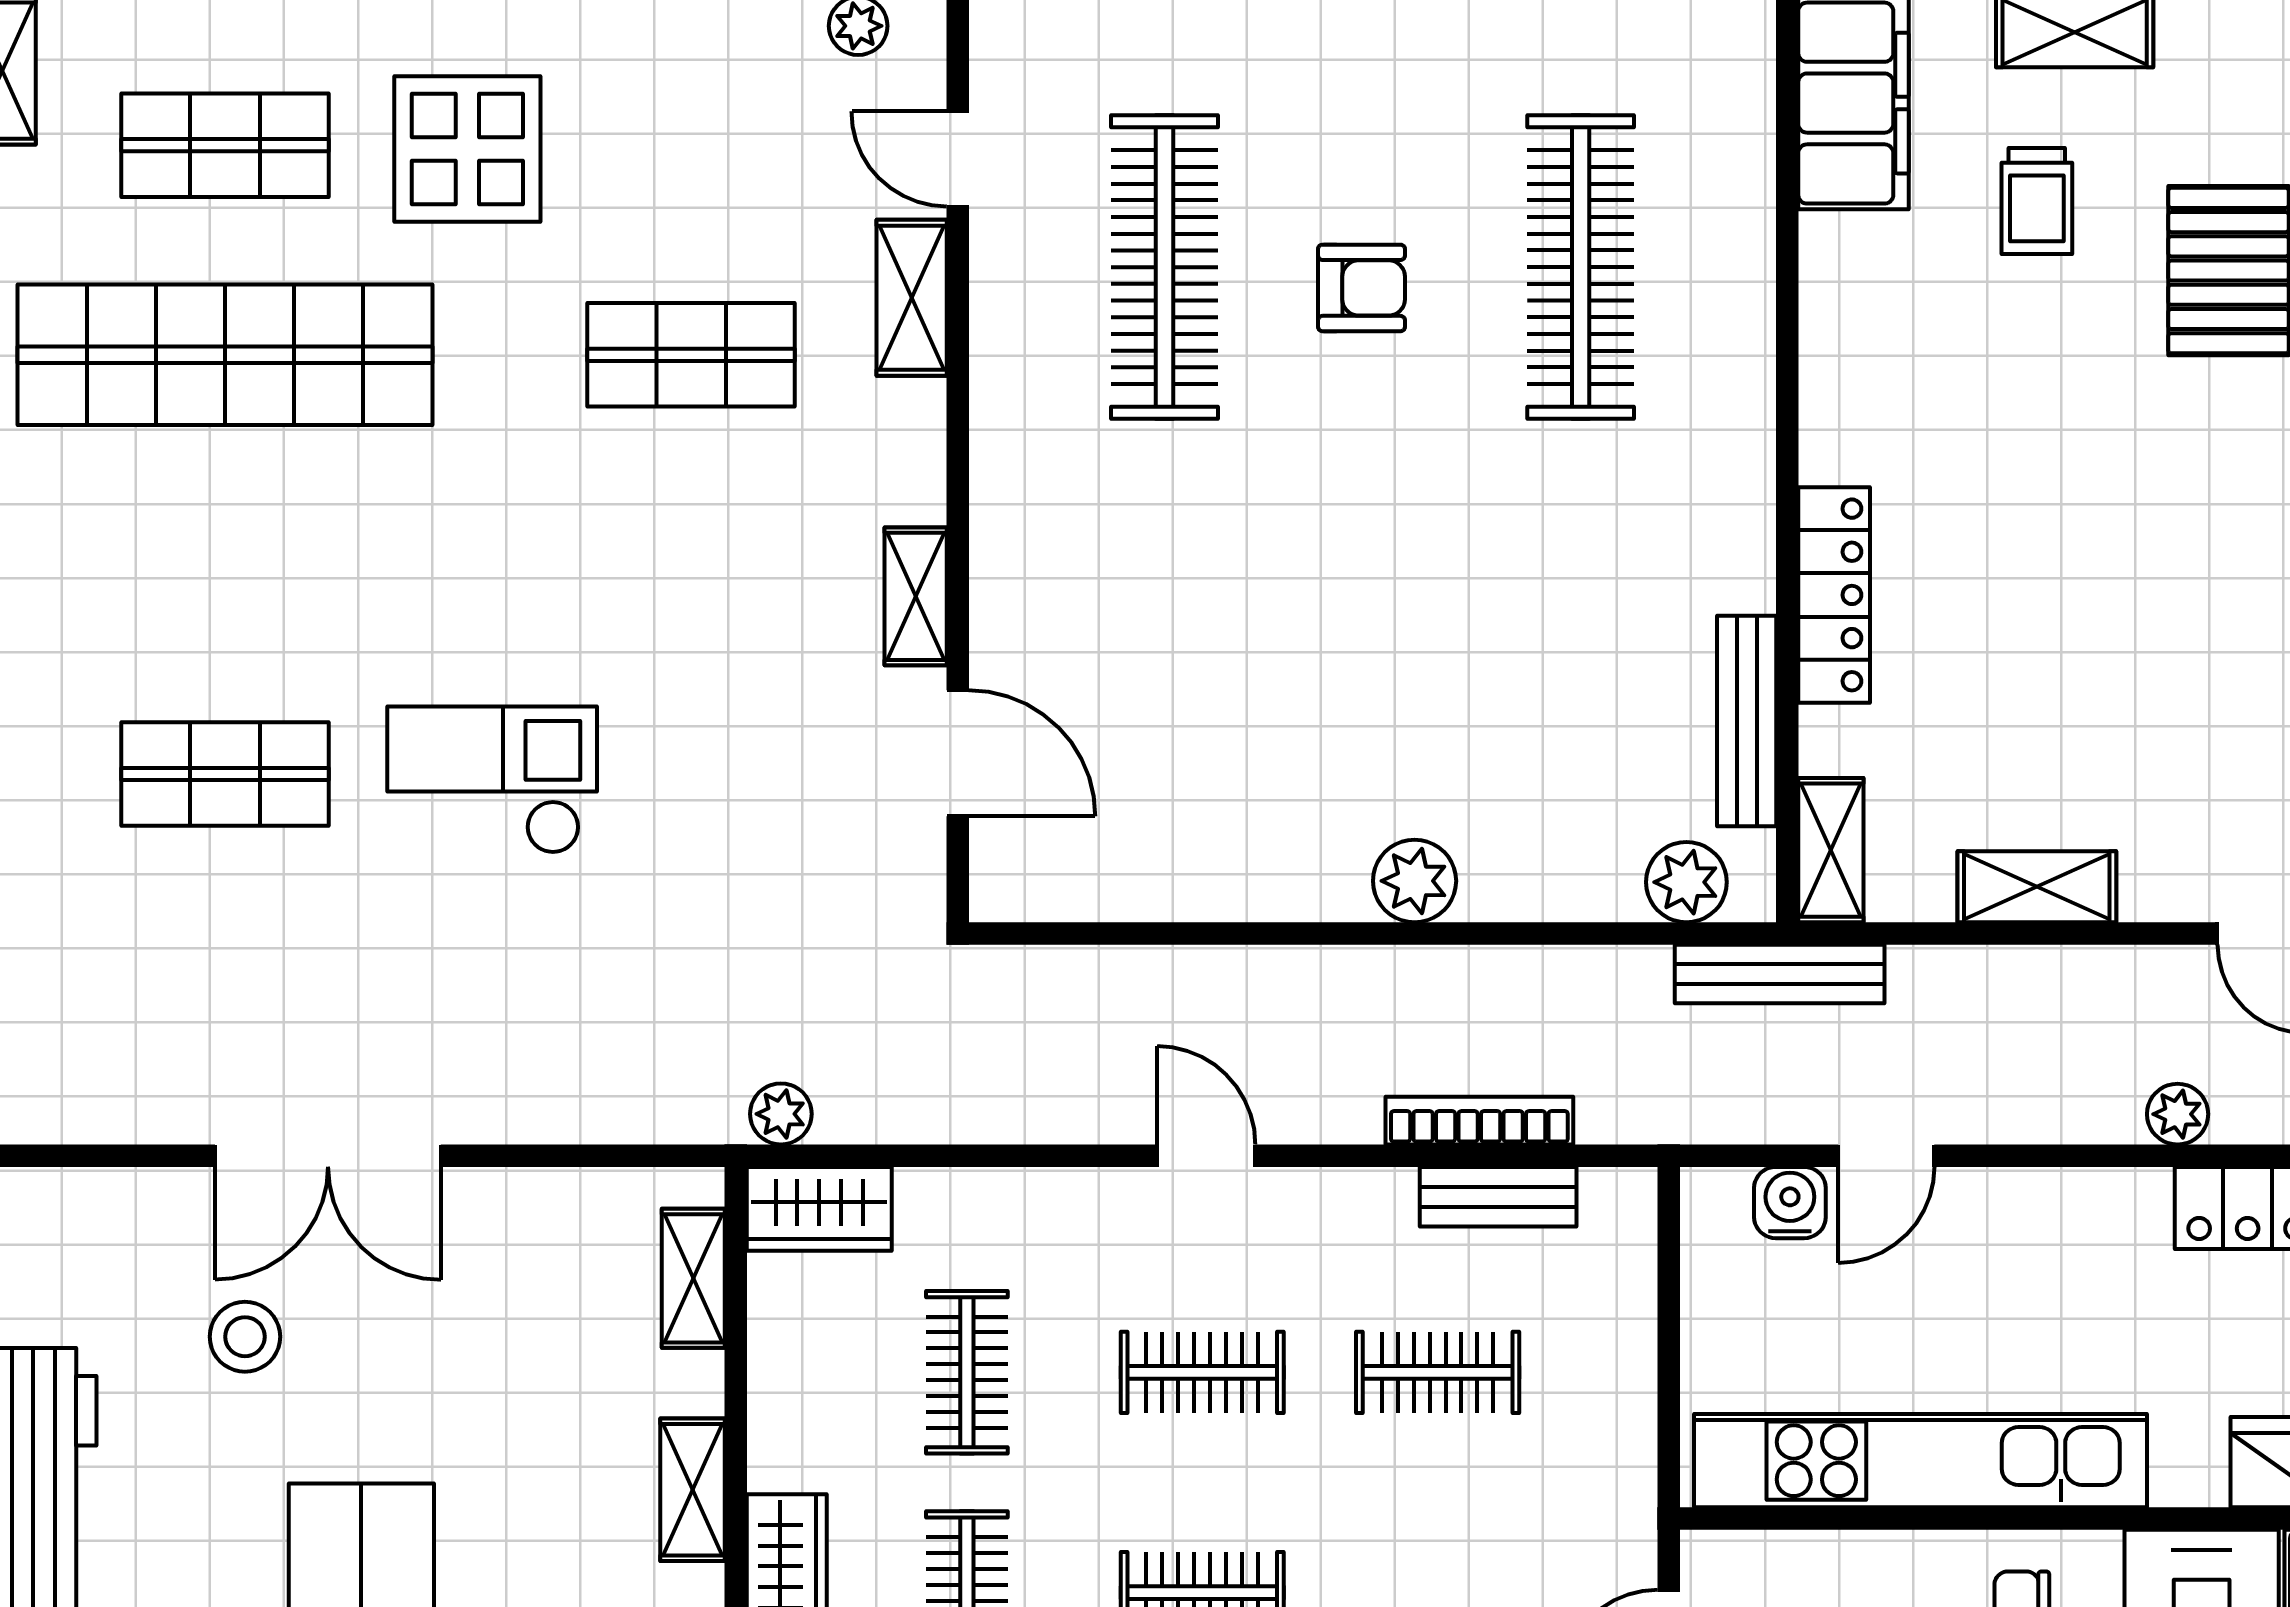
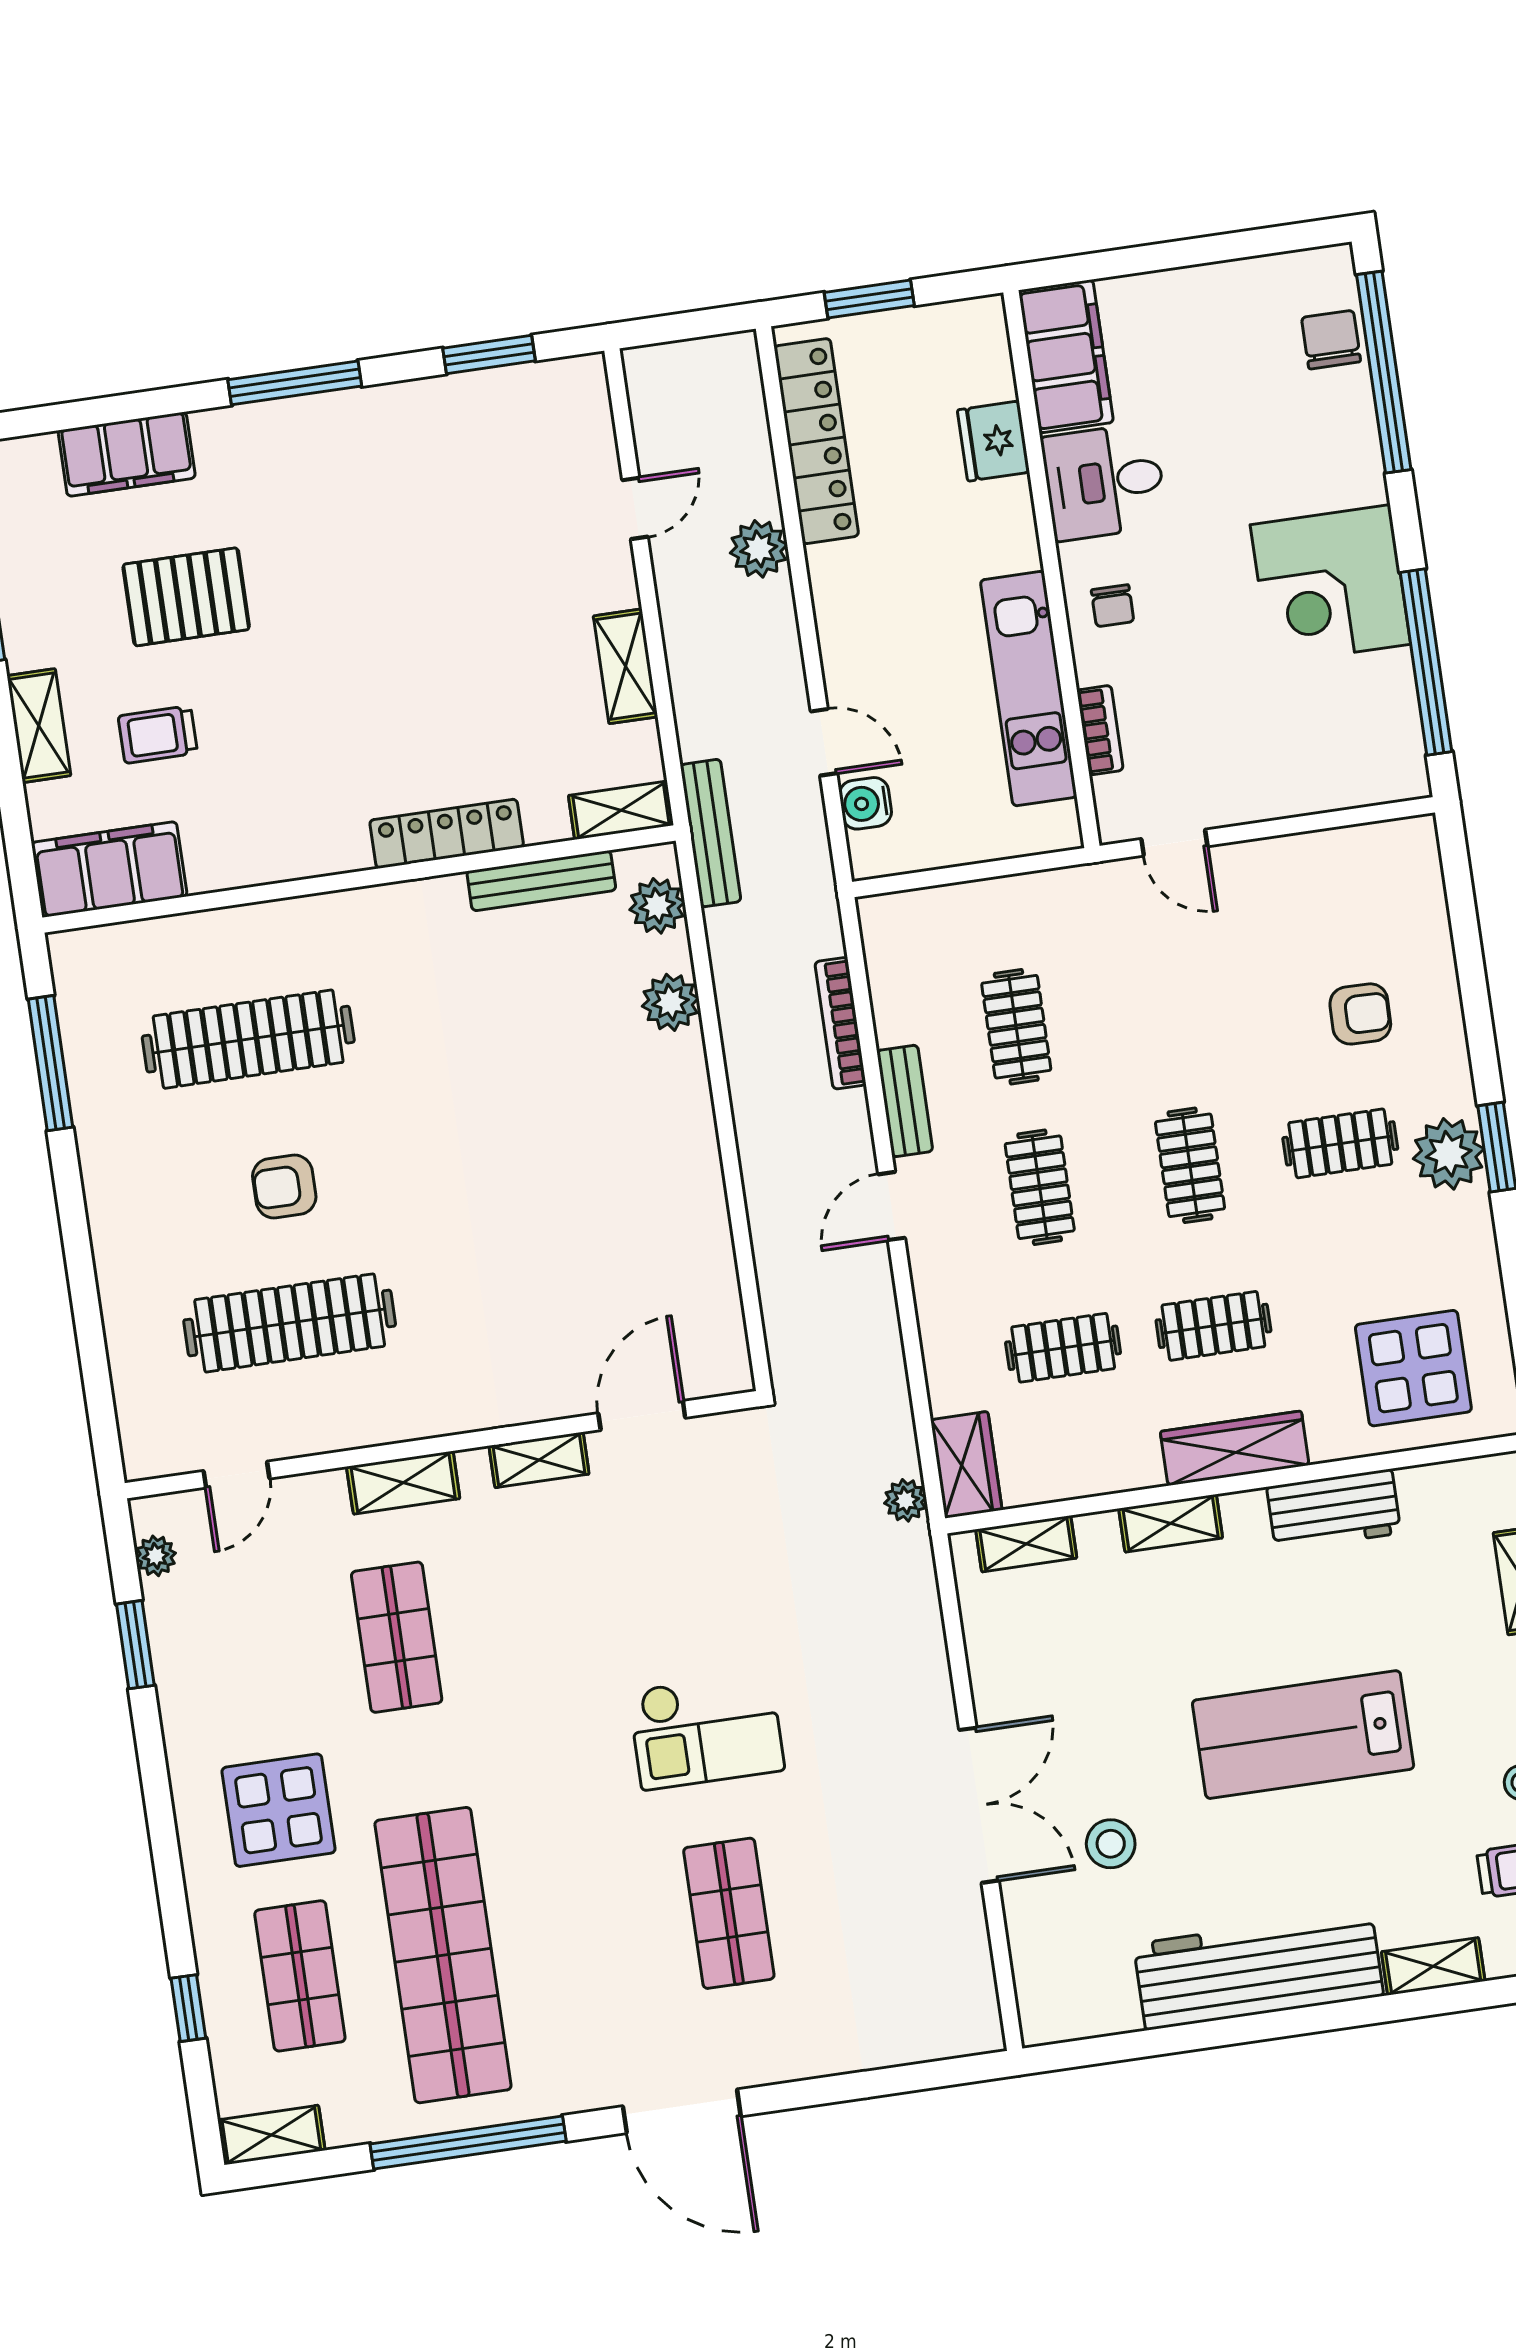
trolley: (2037, 201) -> (158, 735), turned 180
armchair: (1361, 288) -> (284, 1187), turned -90
shelving: (912, 298) -> (403, 1483), moved
checkout: (492, 780) -> (706, 1731), turned -90
plant: (1415, 881) -> (670, 1002), moved
plant: (2178, 1114) -> (759, 549), width x1.38, depth x1.38
bench: (1498, 1197) -> (905, 1101), moved
kitchen unit: (1920, 1461) -> (1029, 689), width x0.73
bookcase: (1846, 1555) -> (1100, 730), added

